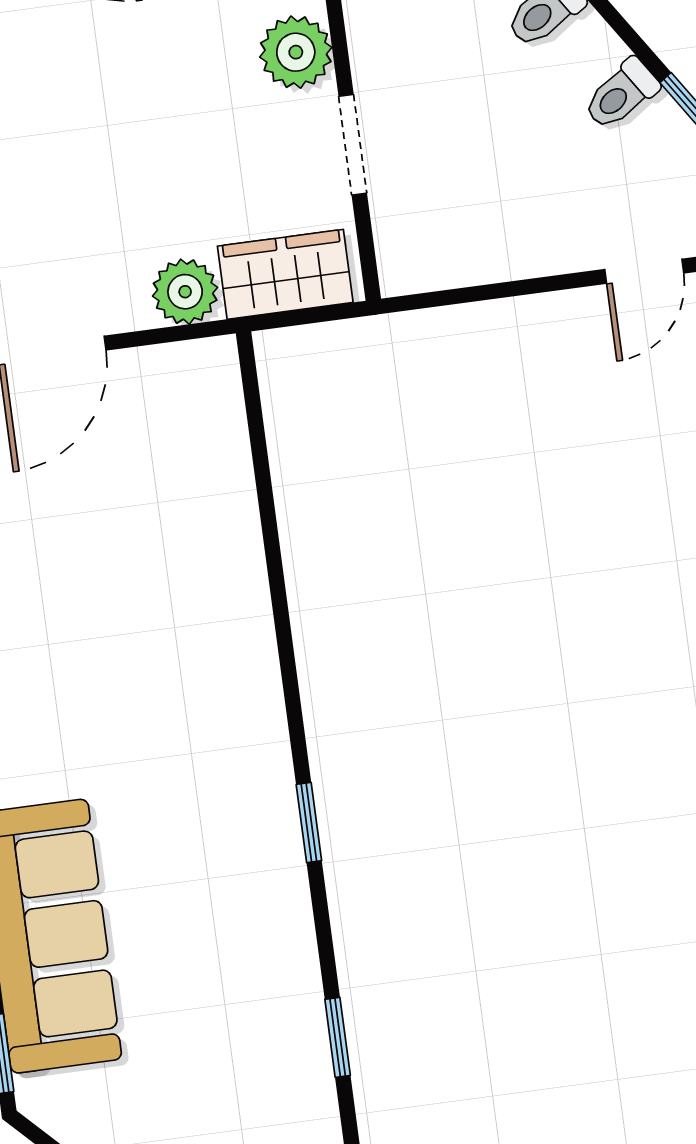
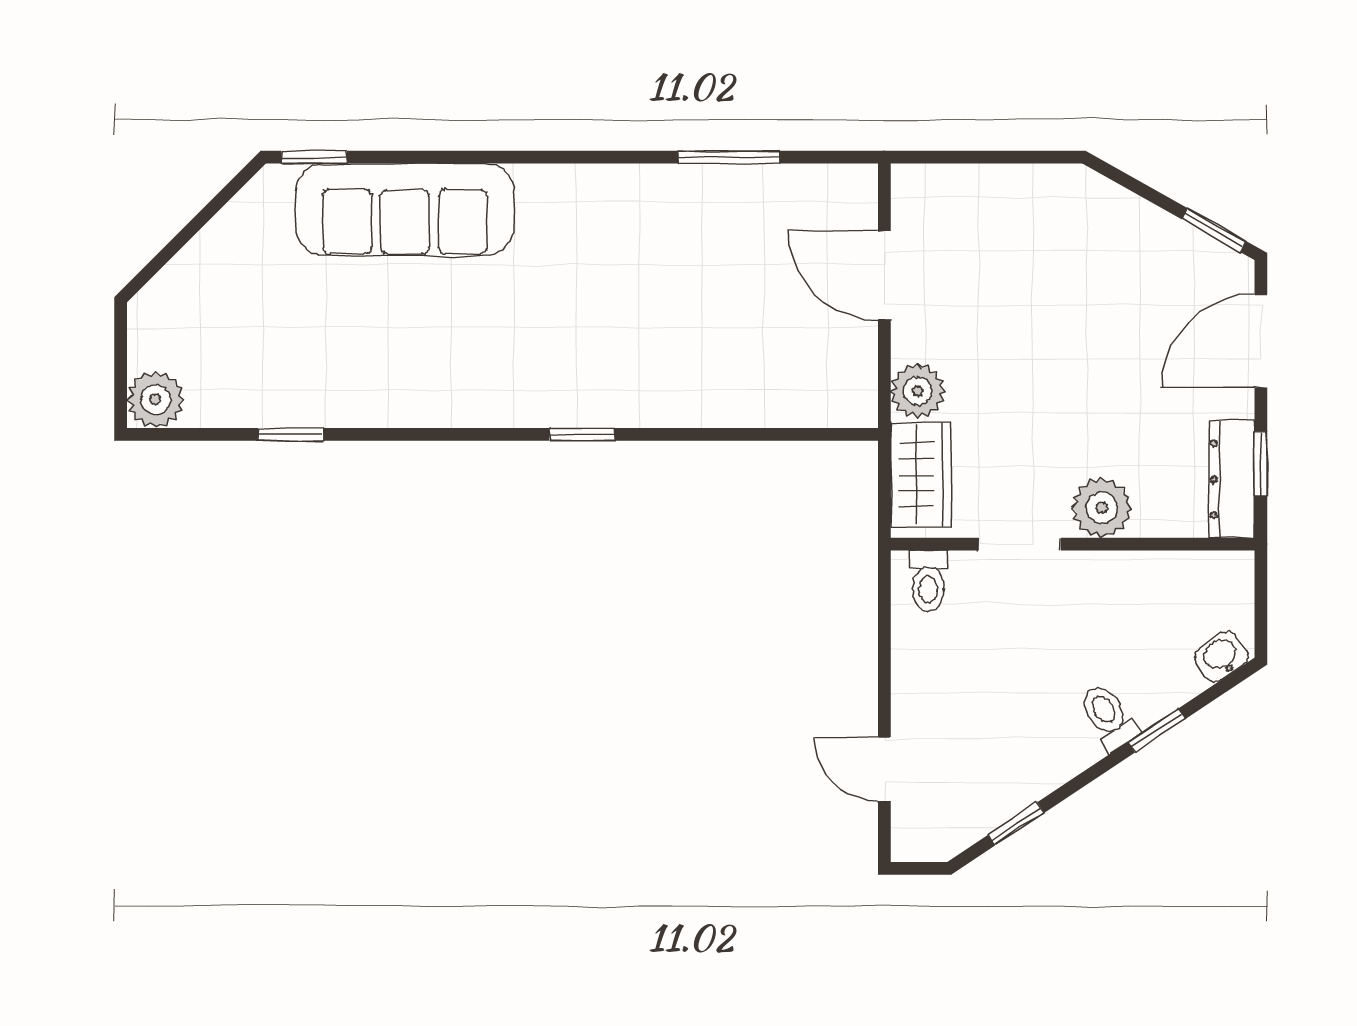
toilet: (621, 94) -> (928, 581), moved, turned -146
window: (309, 823) -> (582, 434), moved

